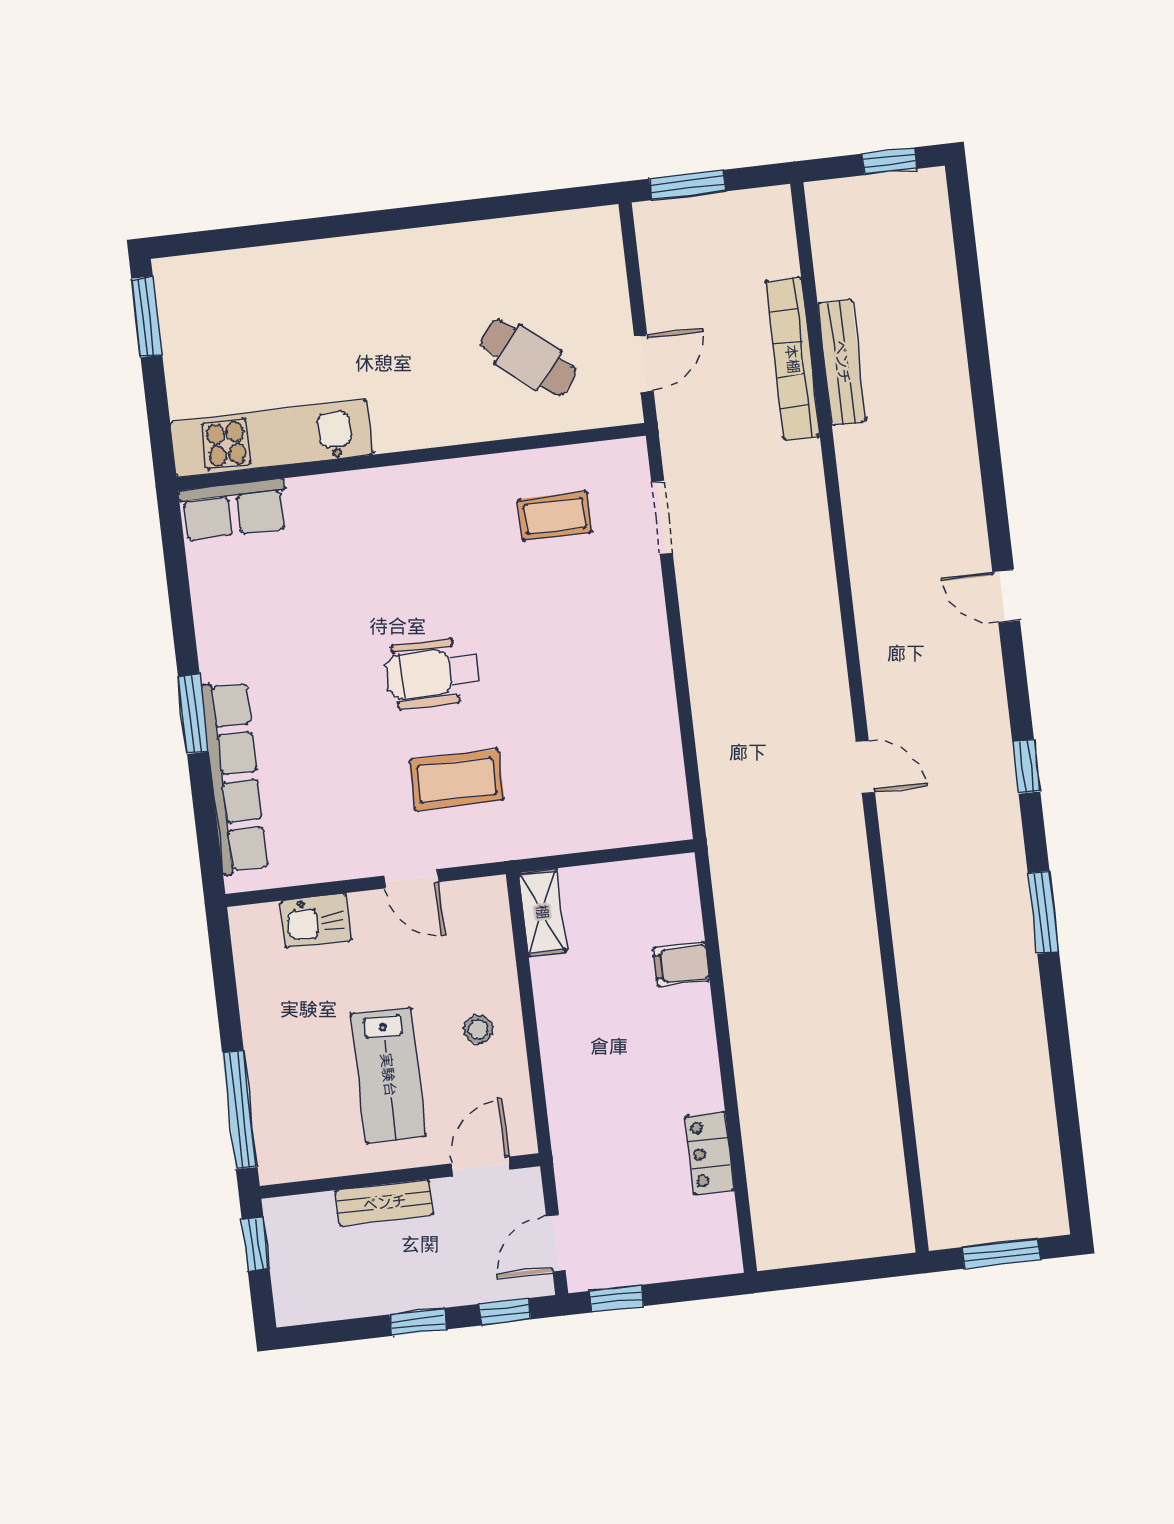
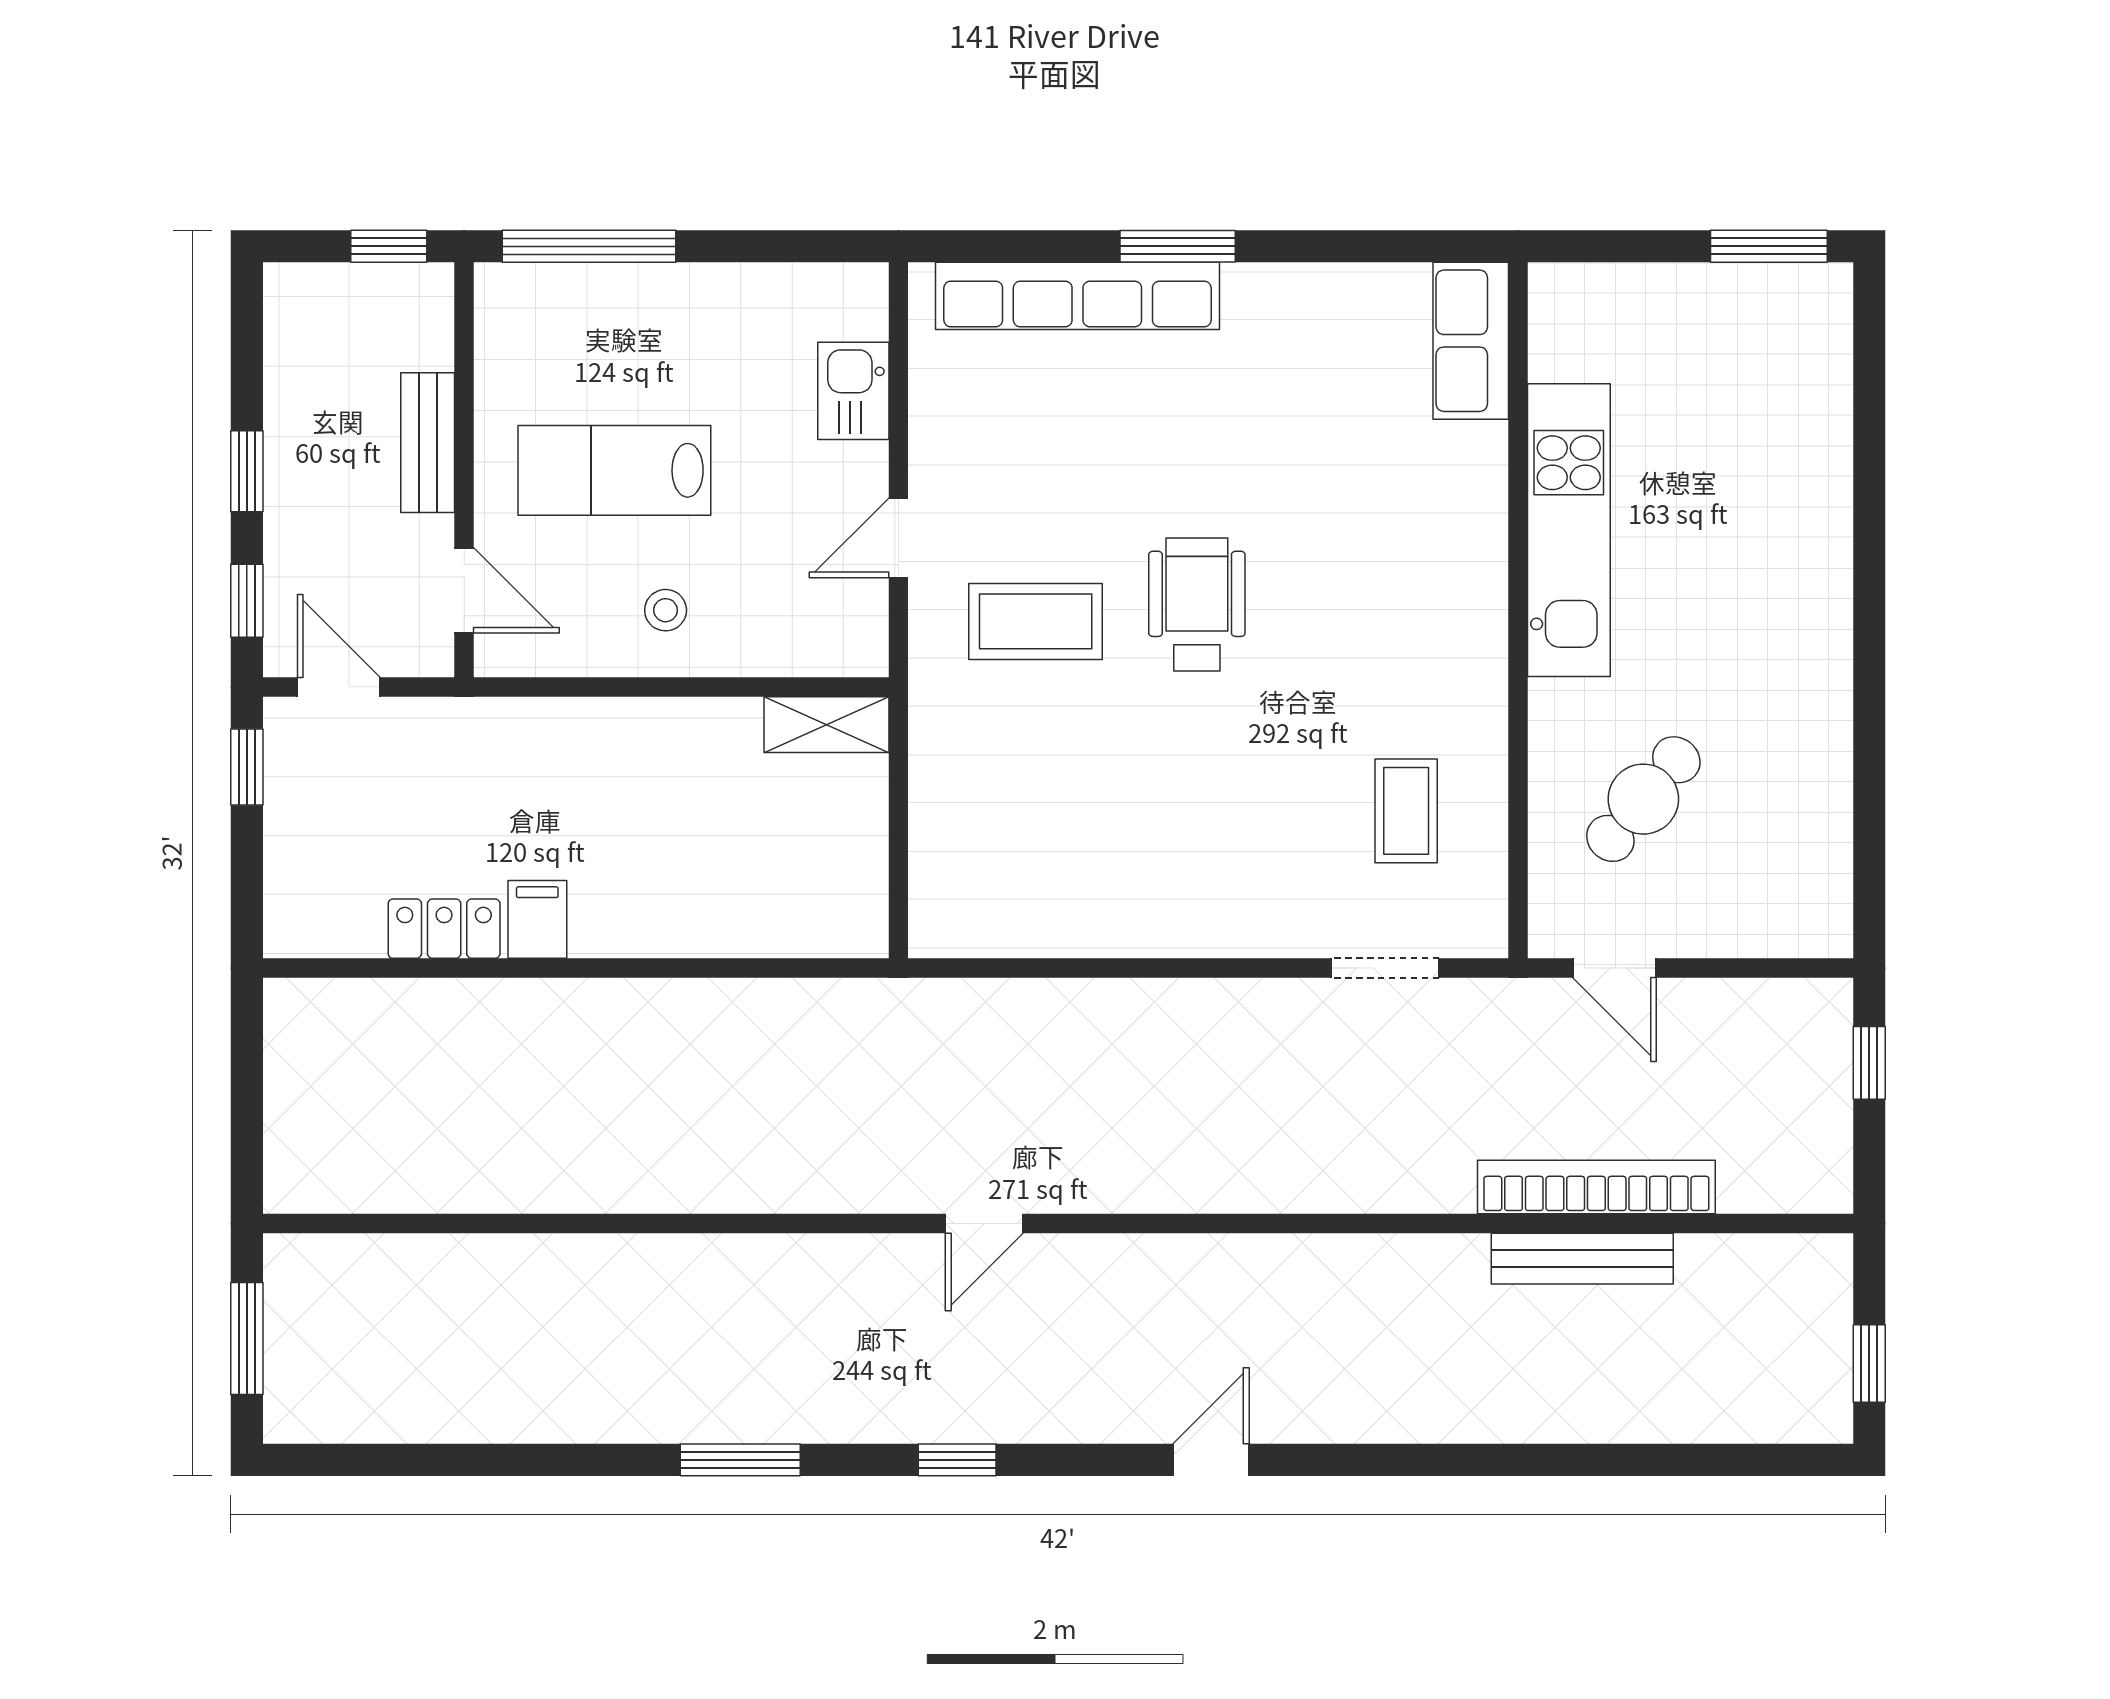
window: (688, 185) -> (1869, 1063), width x0.67
kitchen unit: (272, 438) -> (1569, 530), moved
coffee table: (457, 780) -> (1036, 621), turned 90
filing cabinet: (681, 964) -> (537, 919), moved

